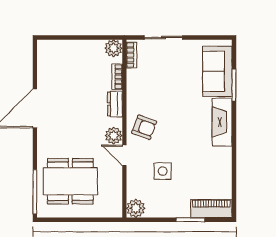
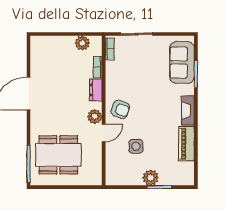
plant: (114, 48) -> (82, 43), moved
fireplace: (222, 122) -> (188, 111), width x0.73, depth x0.76
door: (124, 155) -> (104, 133), swing flipped
plant: (136, 208) -> (151, 178), moved
piano: (211, 209) -> (186, 144), moved, turned -90

